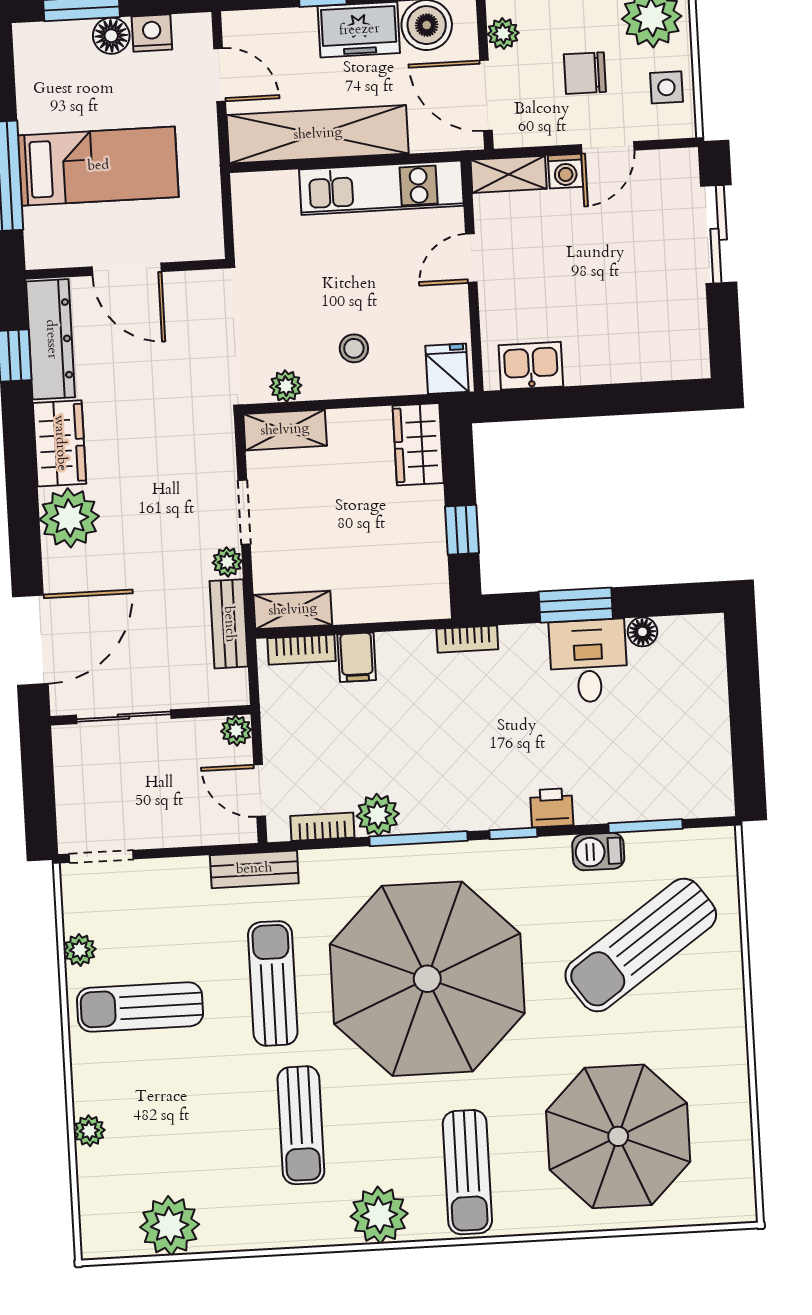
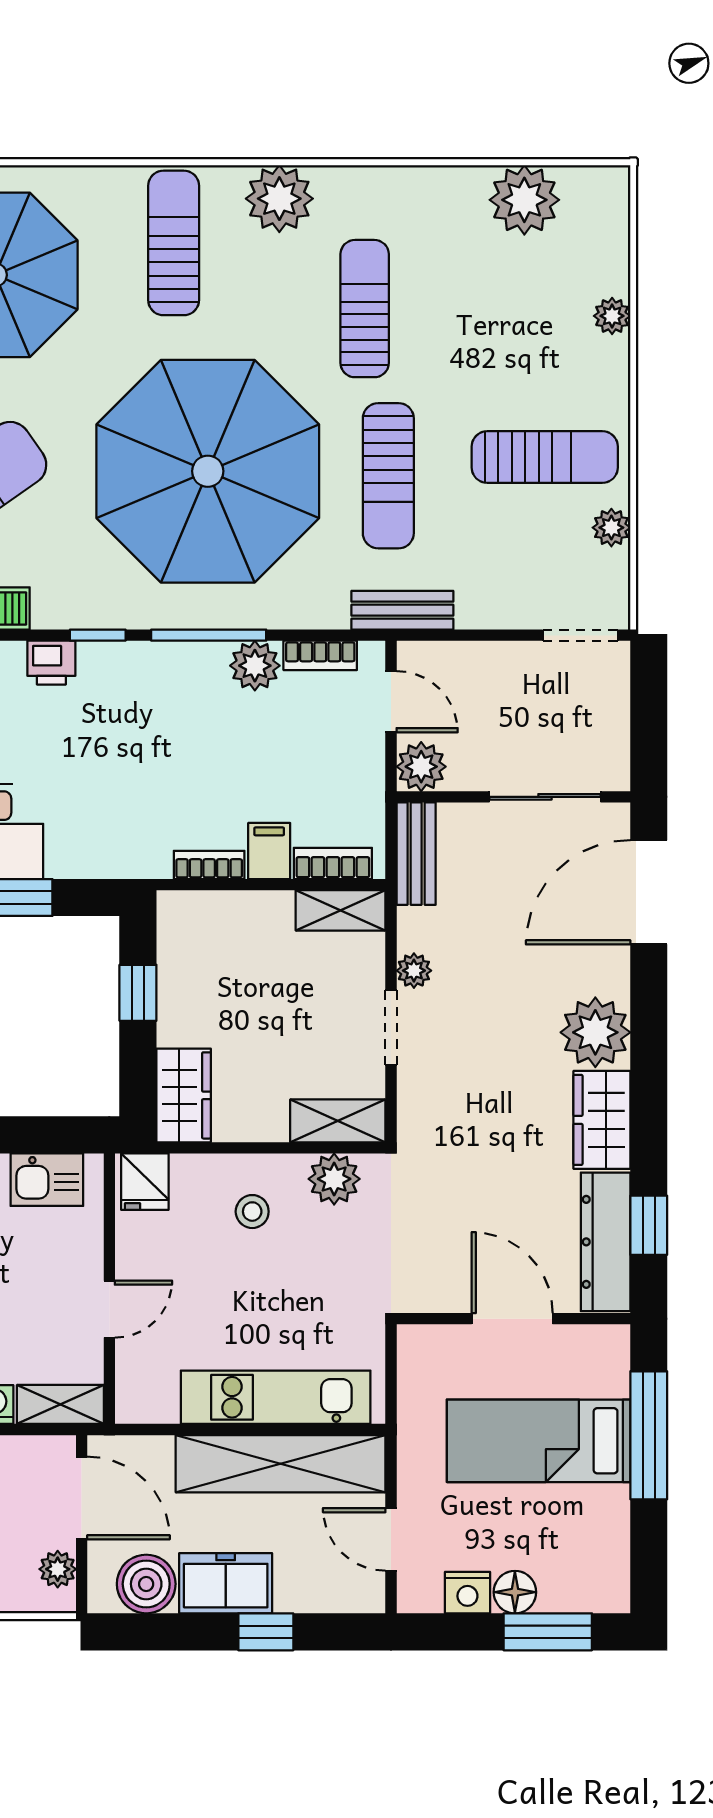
kitchen unit: (381, 188) -> (276, 1397), moved
plant: (286, 386) -> (334, 1179), width x1.38, depth x1.38
bench: (229, 624) -> (416, 854), moved
bookcase: (467, 639) -> (209, 865), moved
plant: (236, 730) -> (421, 767), width x1.38, depth x1.38

